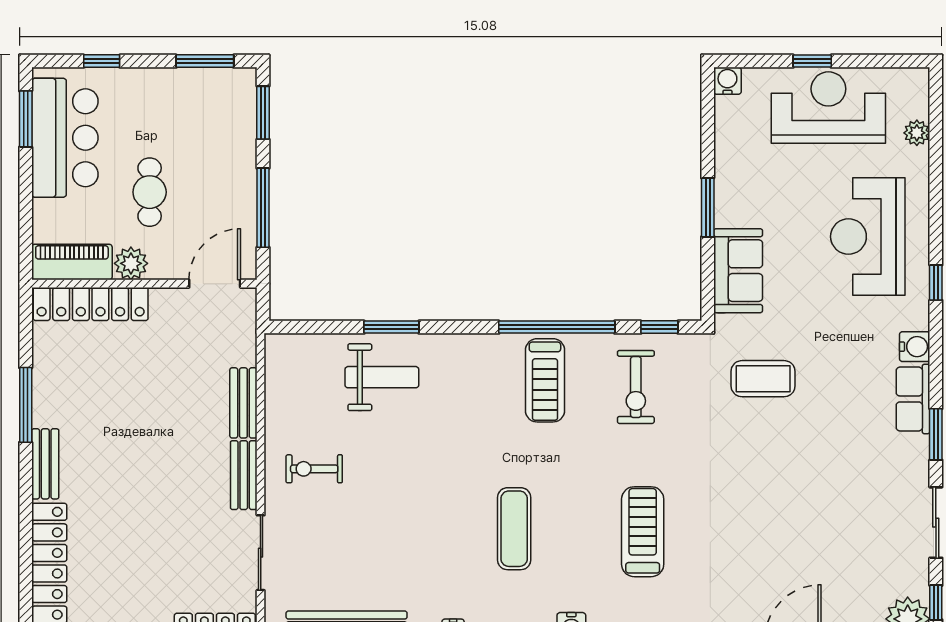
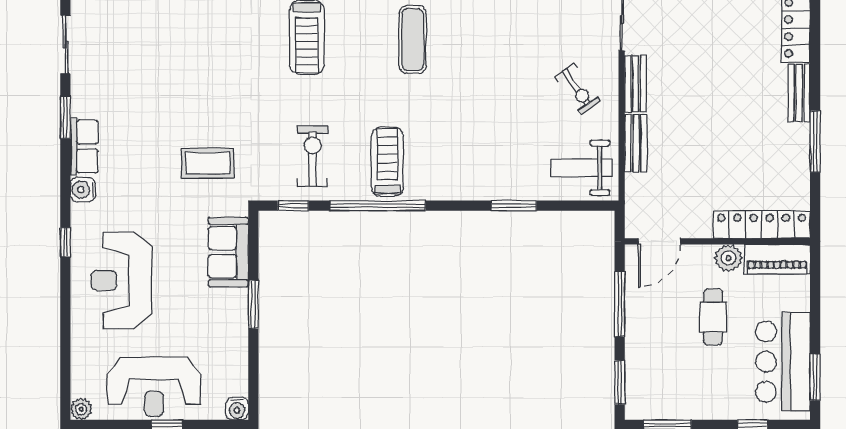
plant: (917, 133) -> (81, 409), moved
reception desk: (868, 237) -> (122, 280), turned 180
weight bench: (382, 377) -> (582, 168), moved
exercise bike: (314, 469) -> (577, 89), turned 55

